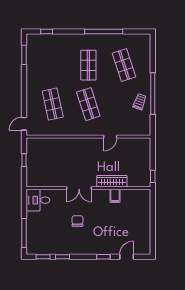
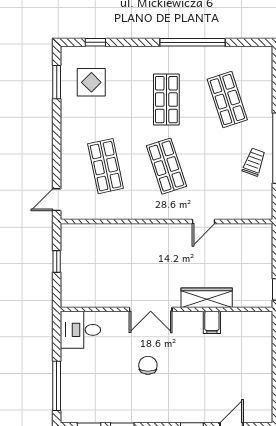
display table: (44, 55) -> (91, 82), added

